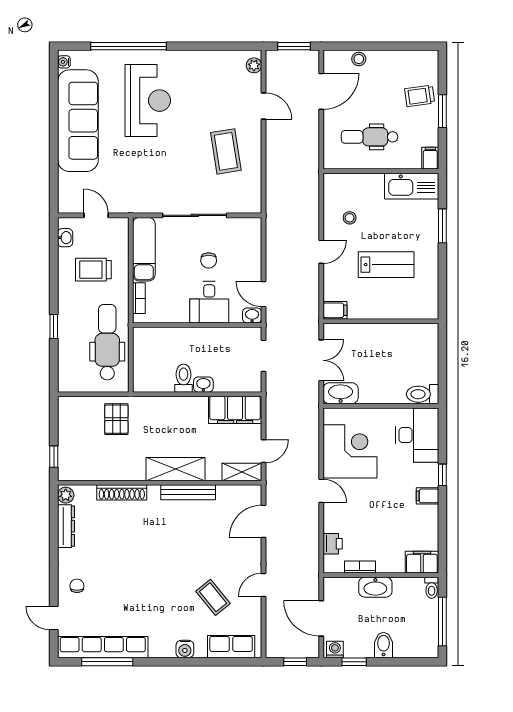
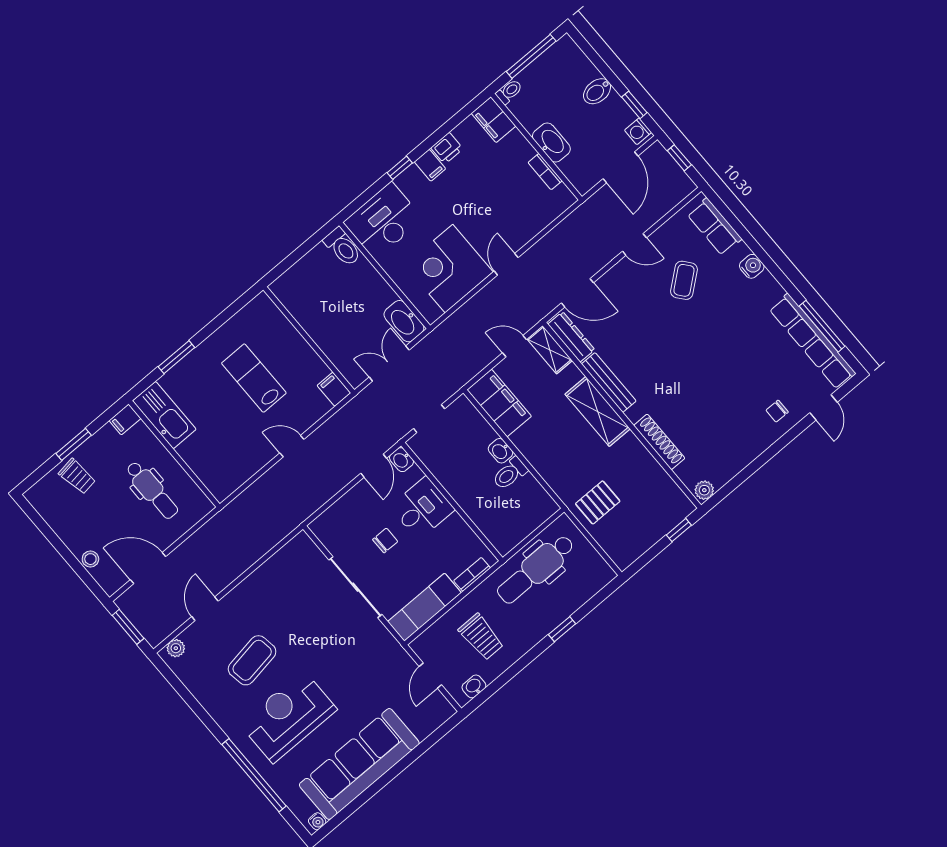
coffee table: (226, 151) -> (252, 660), moved
stool: (350, 218) -> (240, 446), removed
dresser: (66, 526) -> (571, 337), moved, turned 90
printer: (333, 544) -> (447, 148), moved, turned 180

